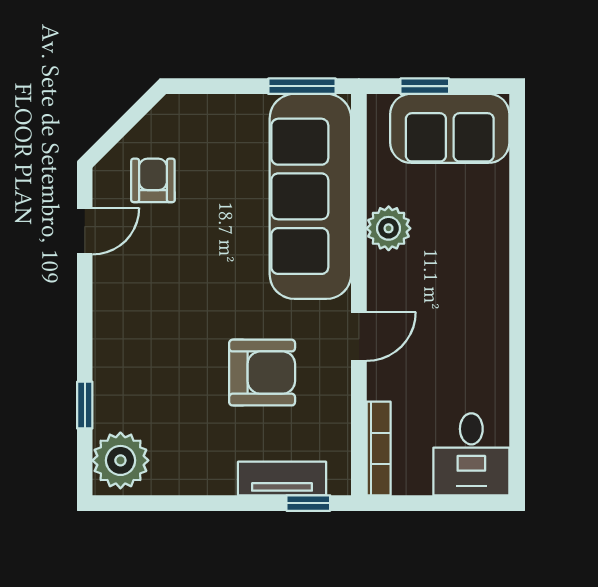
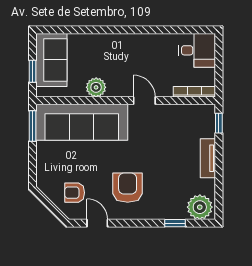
armchair: (262, 373) -> (128, 188), moved
tv unit: (282, 479) -> (208, 158), moved

